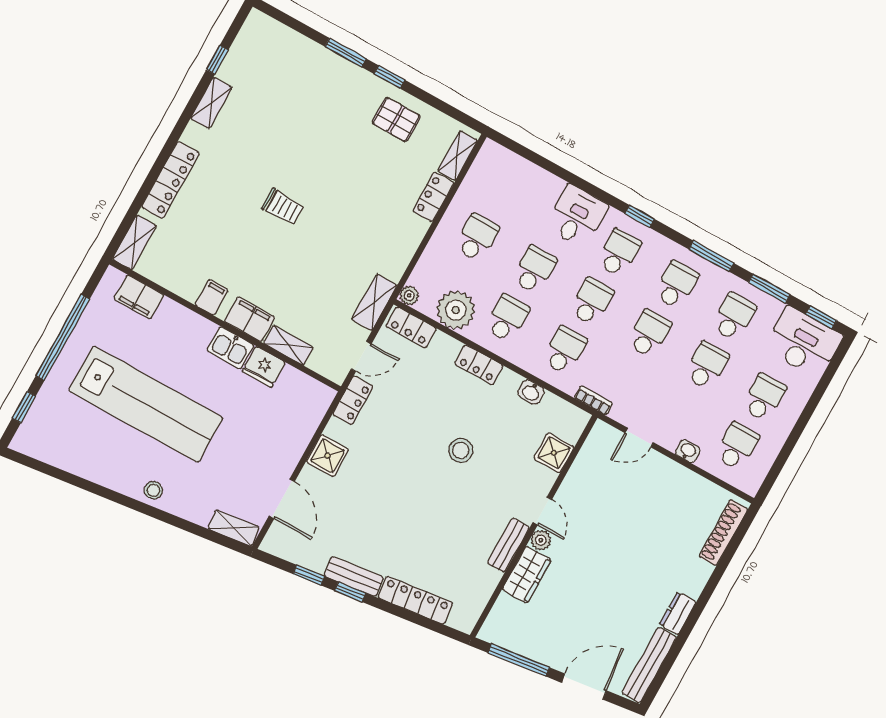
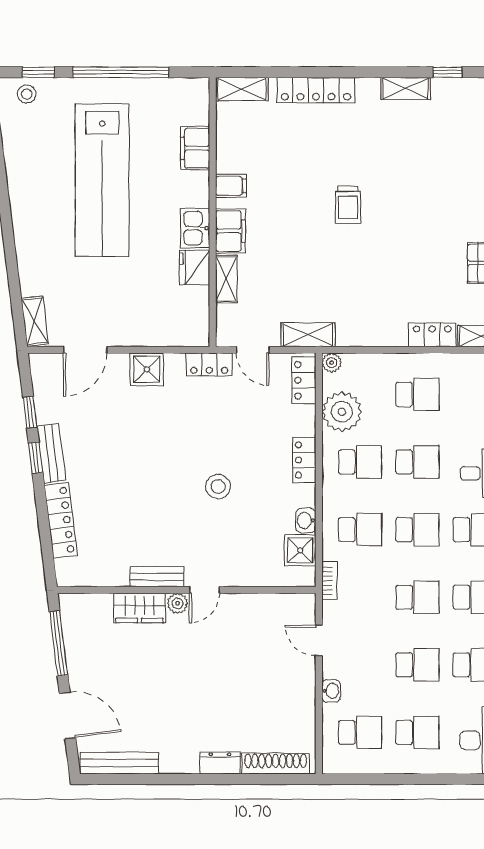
filing cabinet: (139, 297) -> (195, 148), moved
shower: (554, 453) -> (300, 550), moved
stool: (153, 490) -> (27, 94), moved
dresser: (678, 613) -> (220, 763), moved

